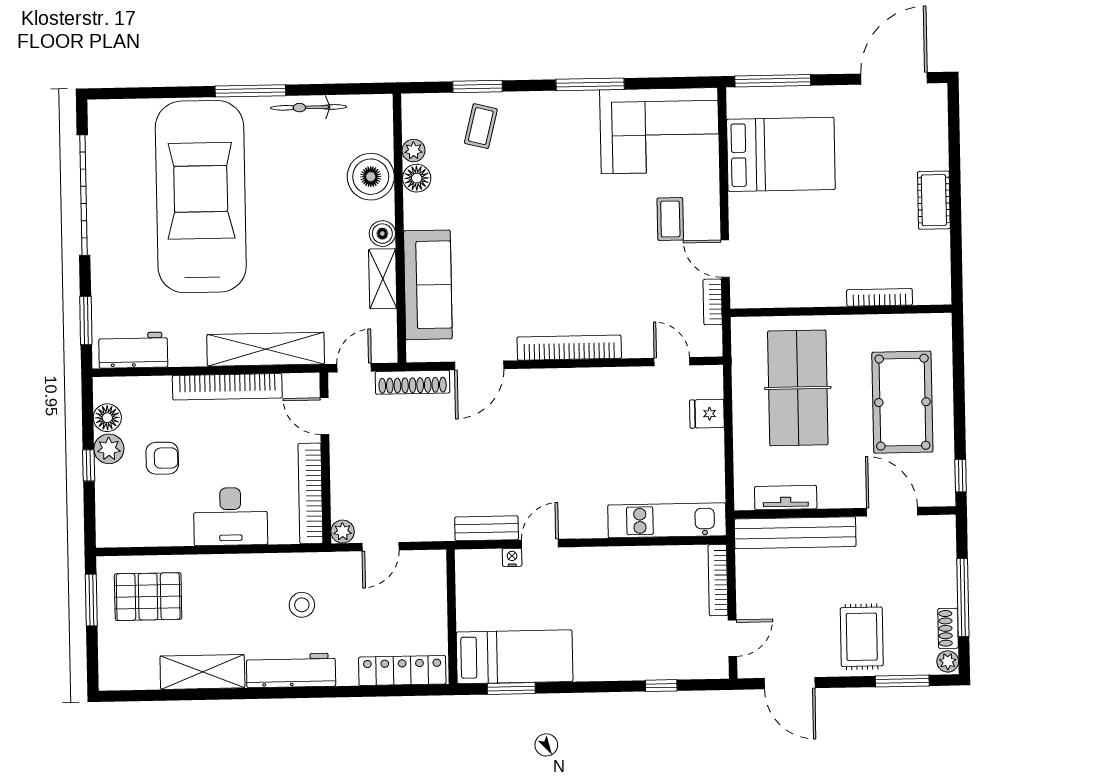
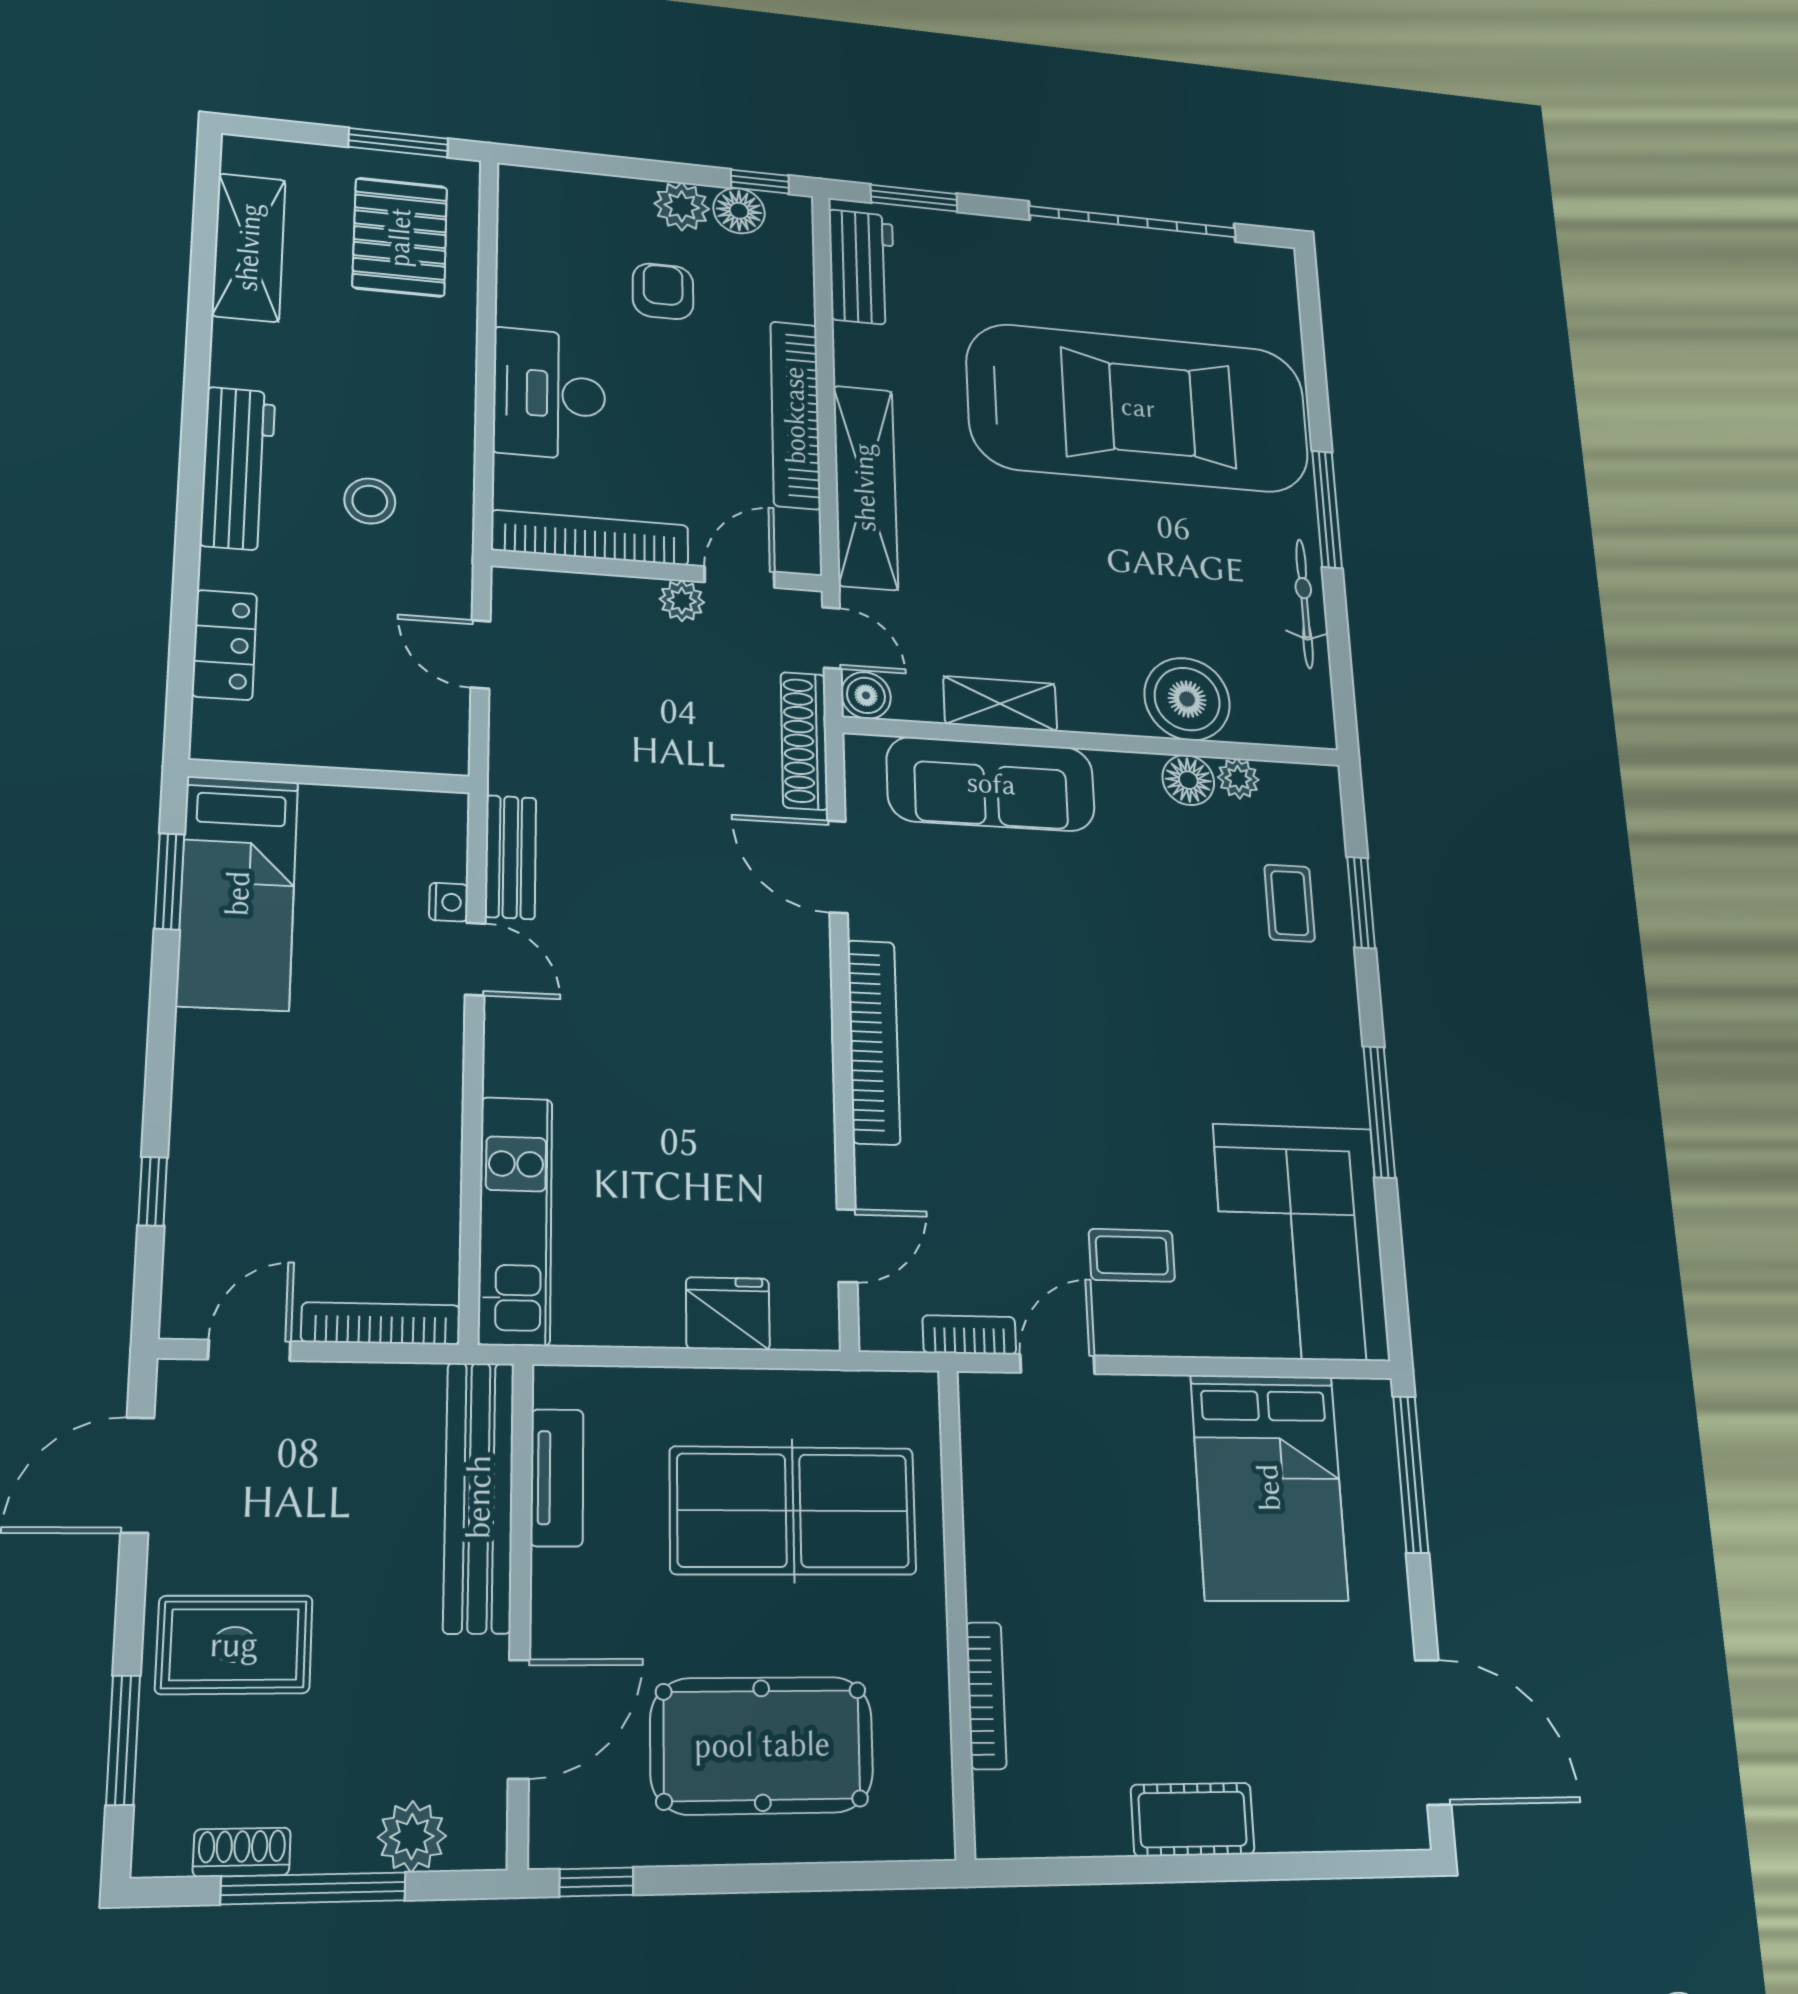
coffee table: (481, 126) -> (1290, 903), turned 76
boiler: (382, 234) -> (866, 695), moved
fridge: (707, 414) -> (728, 1314), width x1.38
armchair: (162, 458) -> (663, 291), turned 180
window: (89, 465) -> (760, 182), moved
plant: (343, 532) -> (682, 601), moved
door: (732, 638) -> (249, 1350), swing flipped
plant: (948, 661) -> (412, 1837), moved, width x1.38, depth x1.38
locker: (402, 671) -> (224, 645), width x0.66
shelving: (202, 672) -> (249, 247), moved

